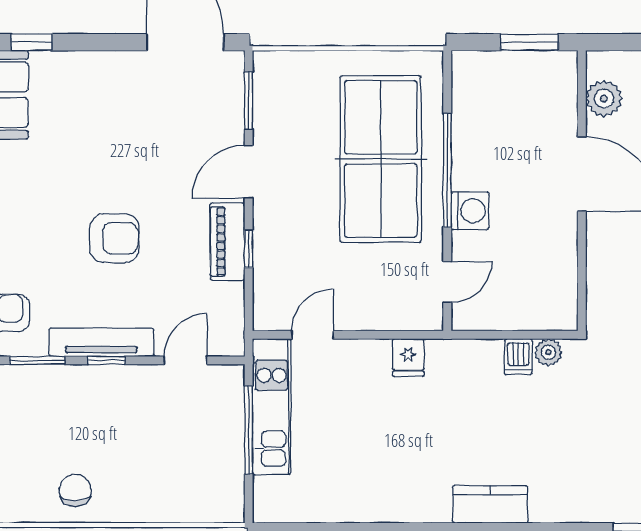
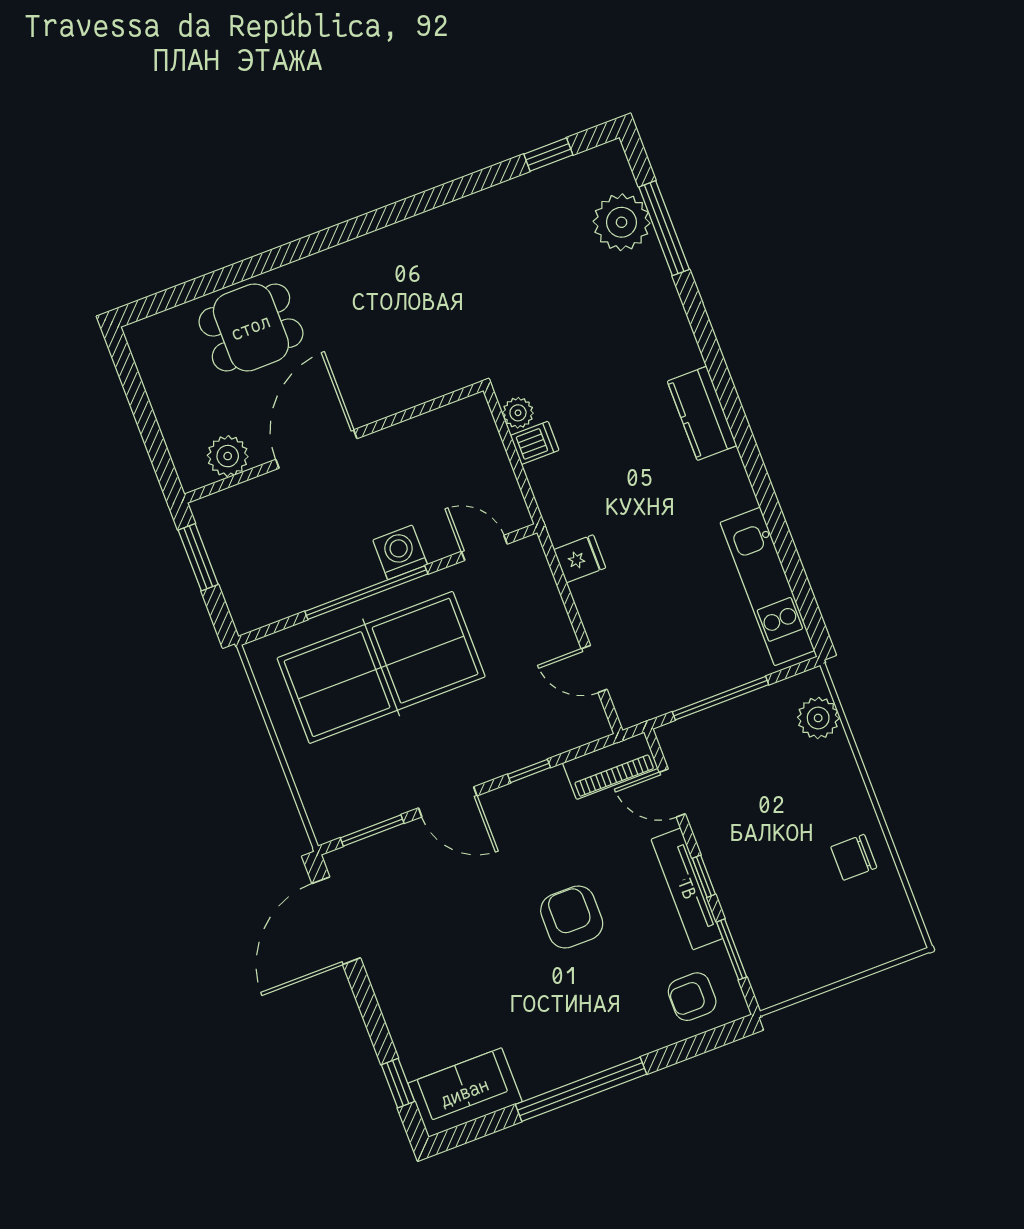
piano: (227, 242) -> (610, 766), moved
kitchen unit: (272, 407) -> (767, 586), moved, turned -90
plant: (202, 505) -> (818, 718), added

